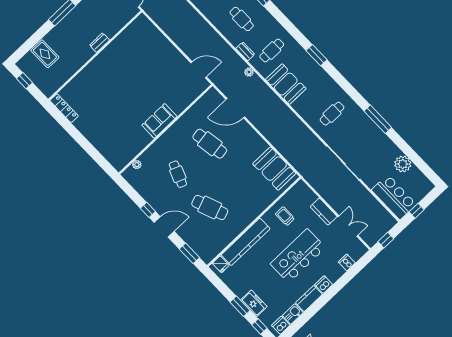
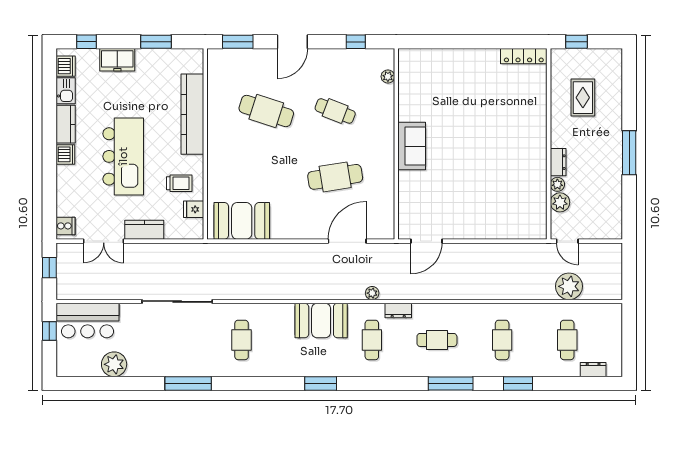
plant: (118, 23) -> (560, 202), added
plant: (111, 33) -> (557, 184), added
rug: (45, 54) -> (583, 98), moved, turned 90
window: (24, 81) -> (576, 42), moved
cafe table: (210, 207) -> (266, 111), turned 39
window: (148, 210) -> (356, 42), moved
cooker: (347, 262) -> (65, 226), moved
fridge: (221, 264) -> (194, 209), moved
window: (240, 306) -> (156, 42), moved

